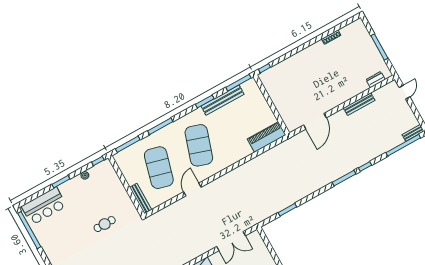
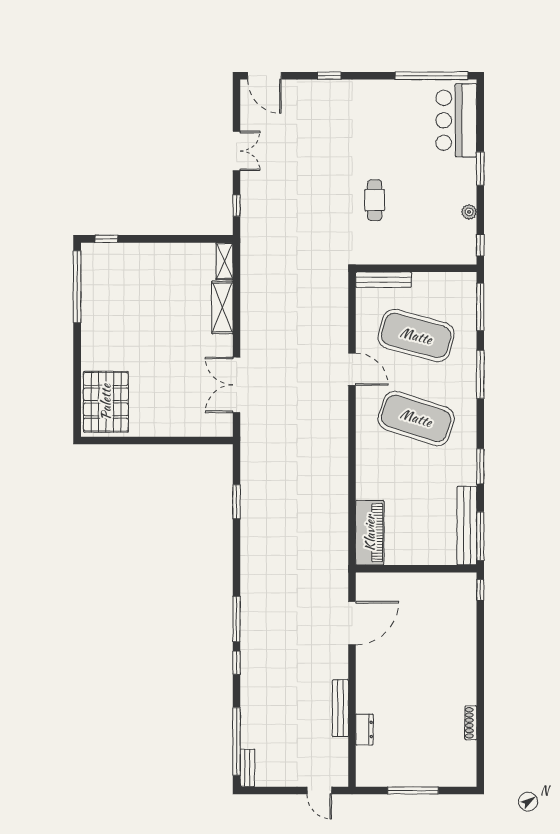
dresser: (376, 80) -> (364, 729), moved
bench: (223, 100) -> (467, 526), moved
door: (315, 121) -> (352, 623), swing flipped

